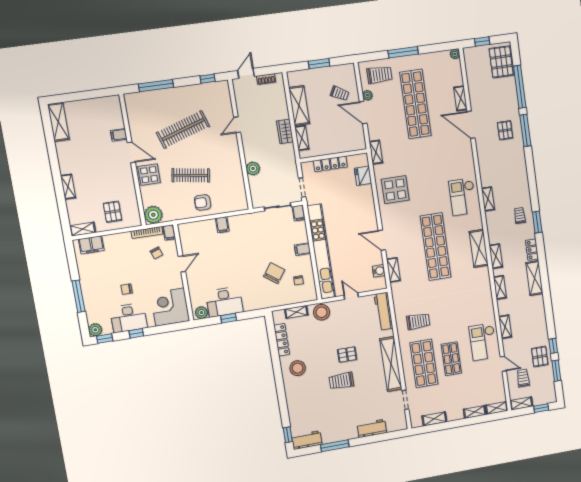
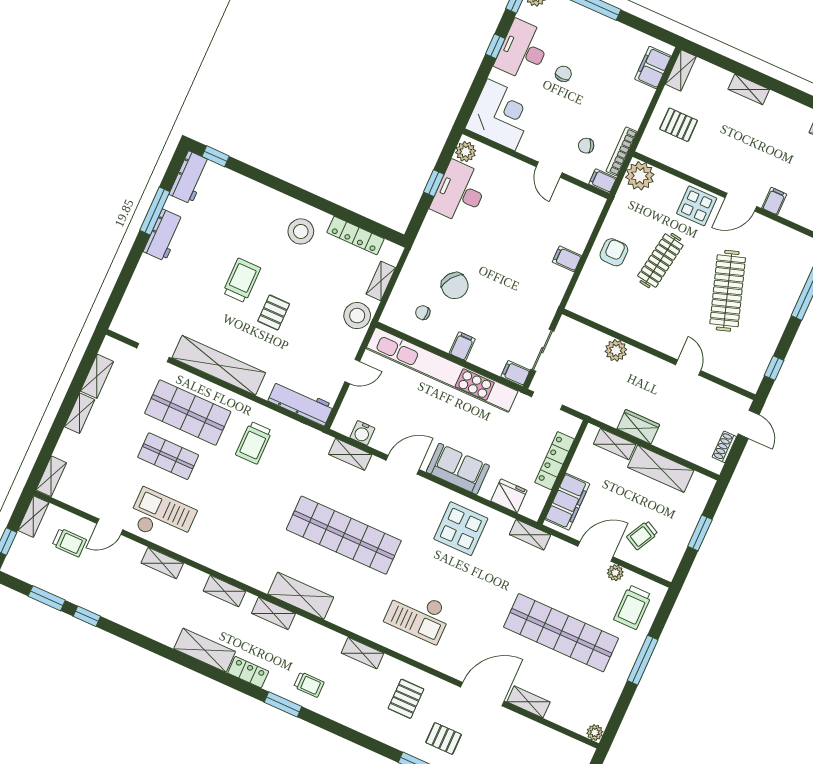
filing cabinet: (347, 144) -> (567, 502), added
checkout: (463, 197) -> (418, 615), moved, turned 180
sofa: (366, 211) -> (458, 469), added
pallet: (540, 357) -> (406, 699), moved, turned 90
shelving: (475, 412) -> (80, 413), moved
workbench: (372, 428) -> (164, 235), moved

